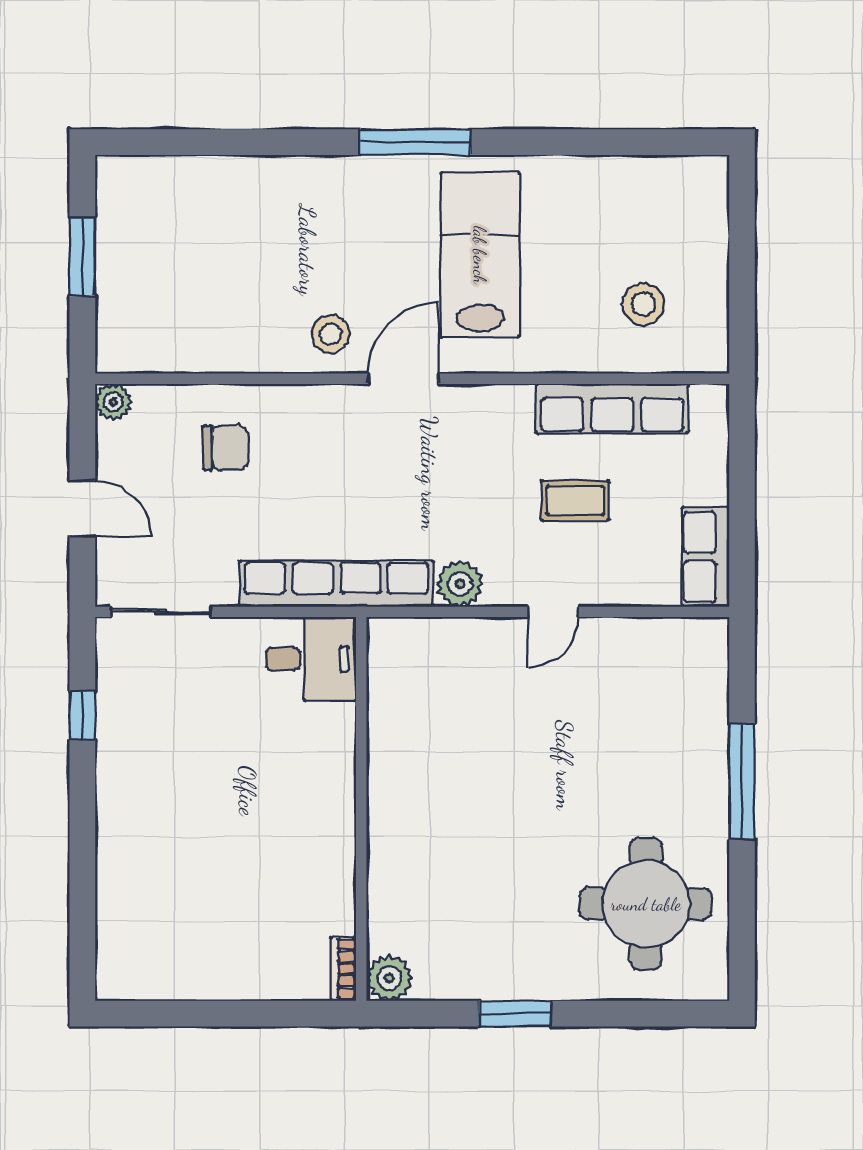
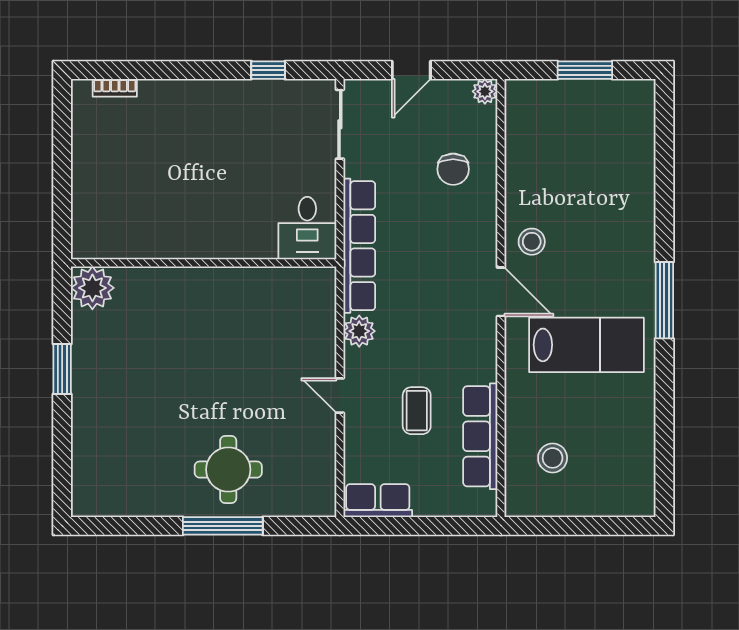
round table: (646, 904) -> (228, 470), moved, width x0.73, depth x0.73
bookcase: (343, 969) -> (115, 88), moved, turned 180
plant: (389, 978) -> (92, 288), width x1.36, depth x1.36

